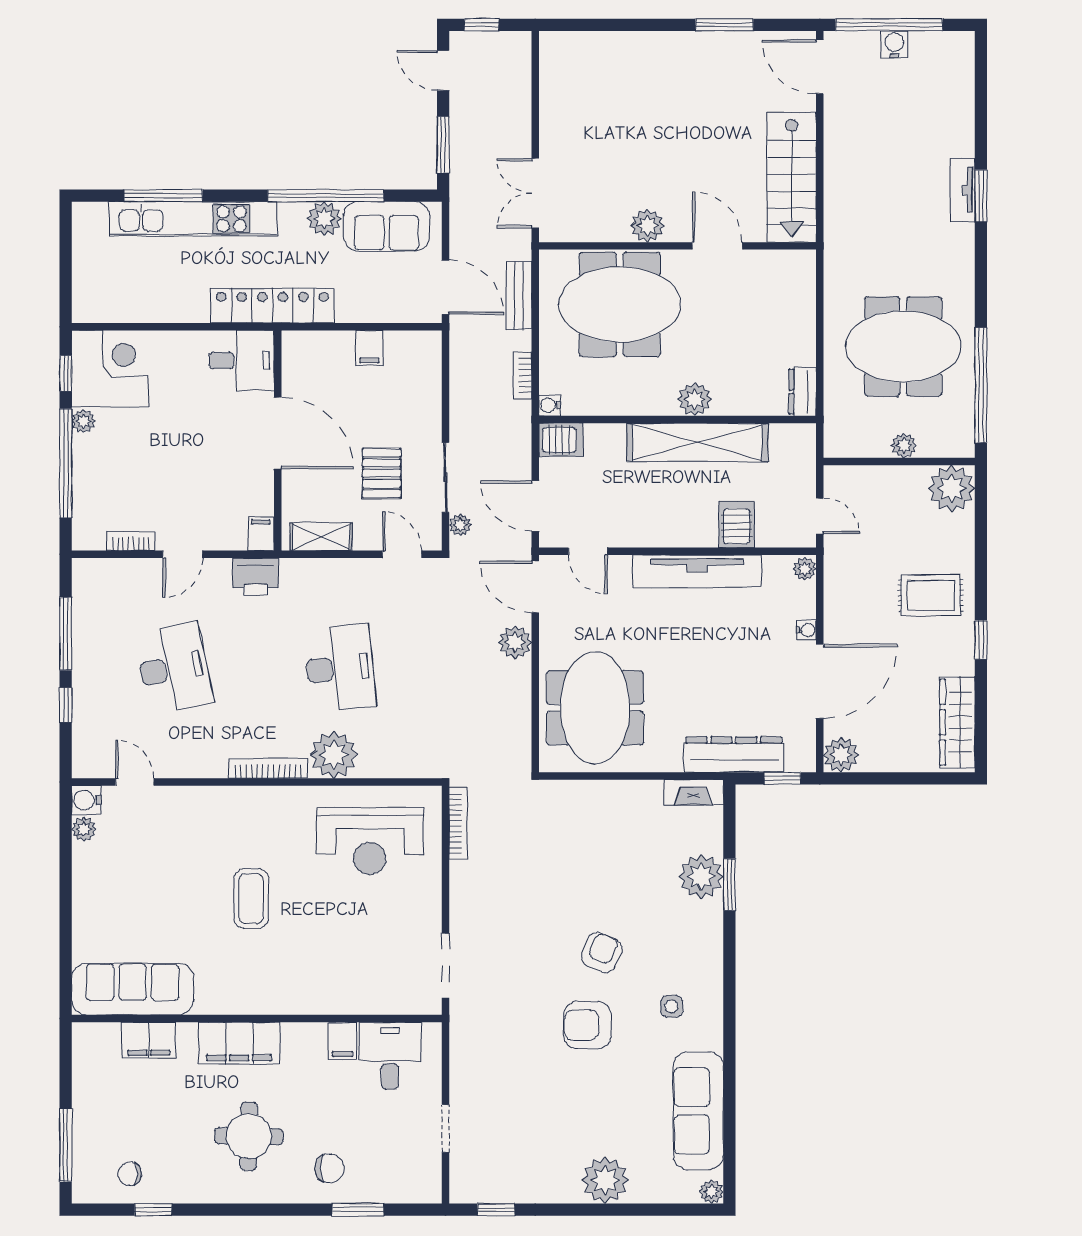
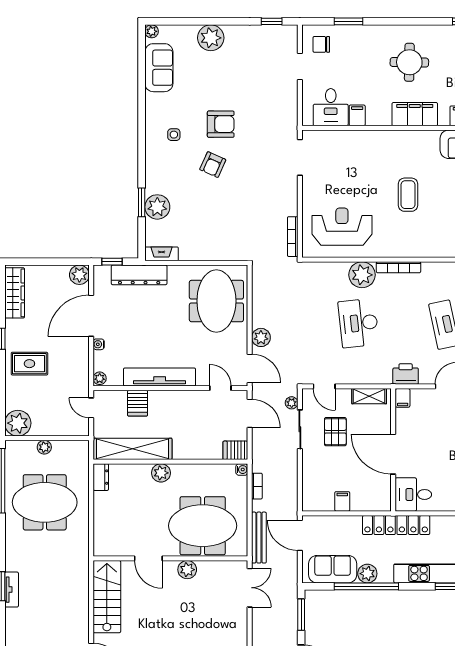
bench: (519, 295) -> (259, 538), width x1.36
shelving: (697, 442) -> (132, 449), moved
sofa: (698, 1111) -> (159, 68), width x0.73
chair: (330, 1168) -> (321, 44), moved

